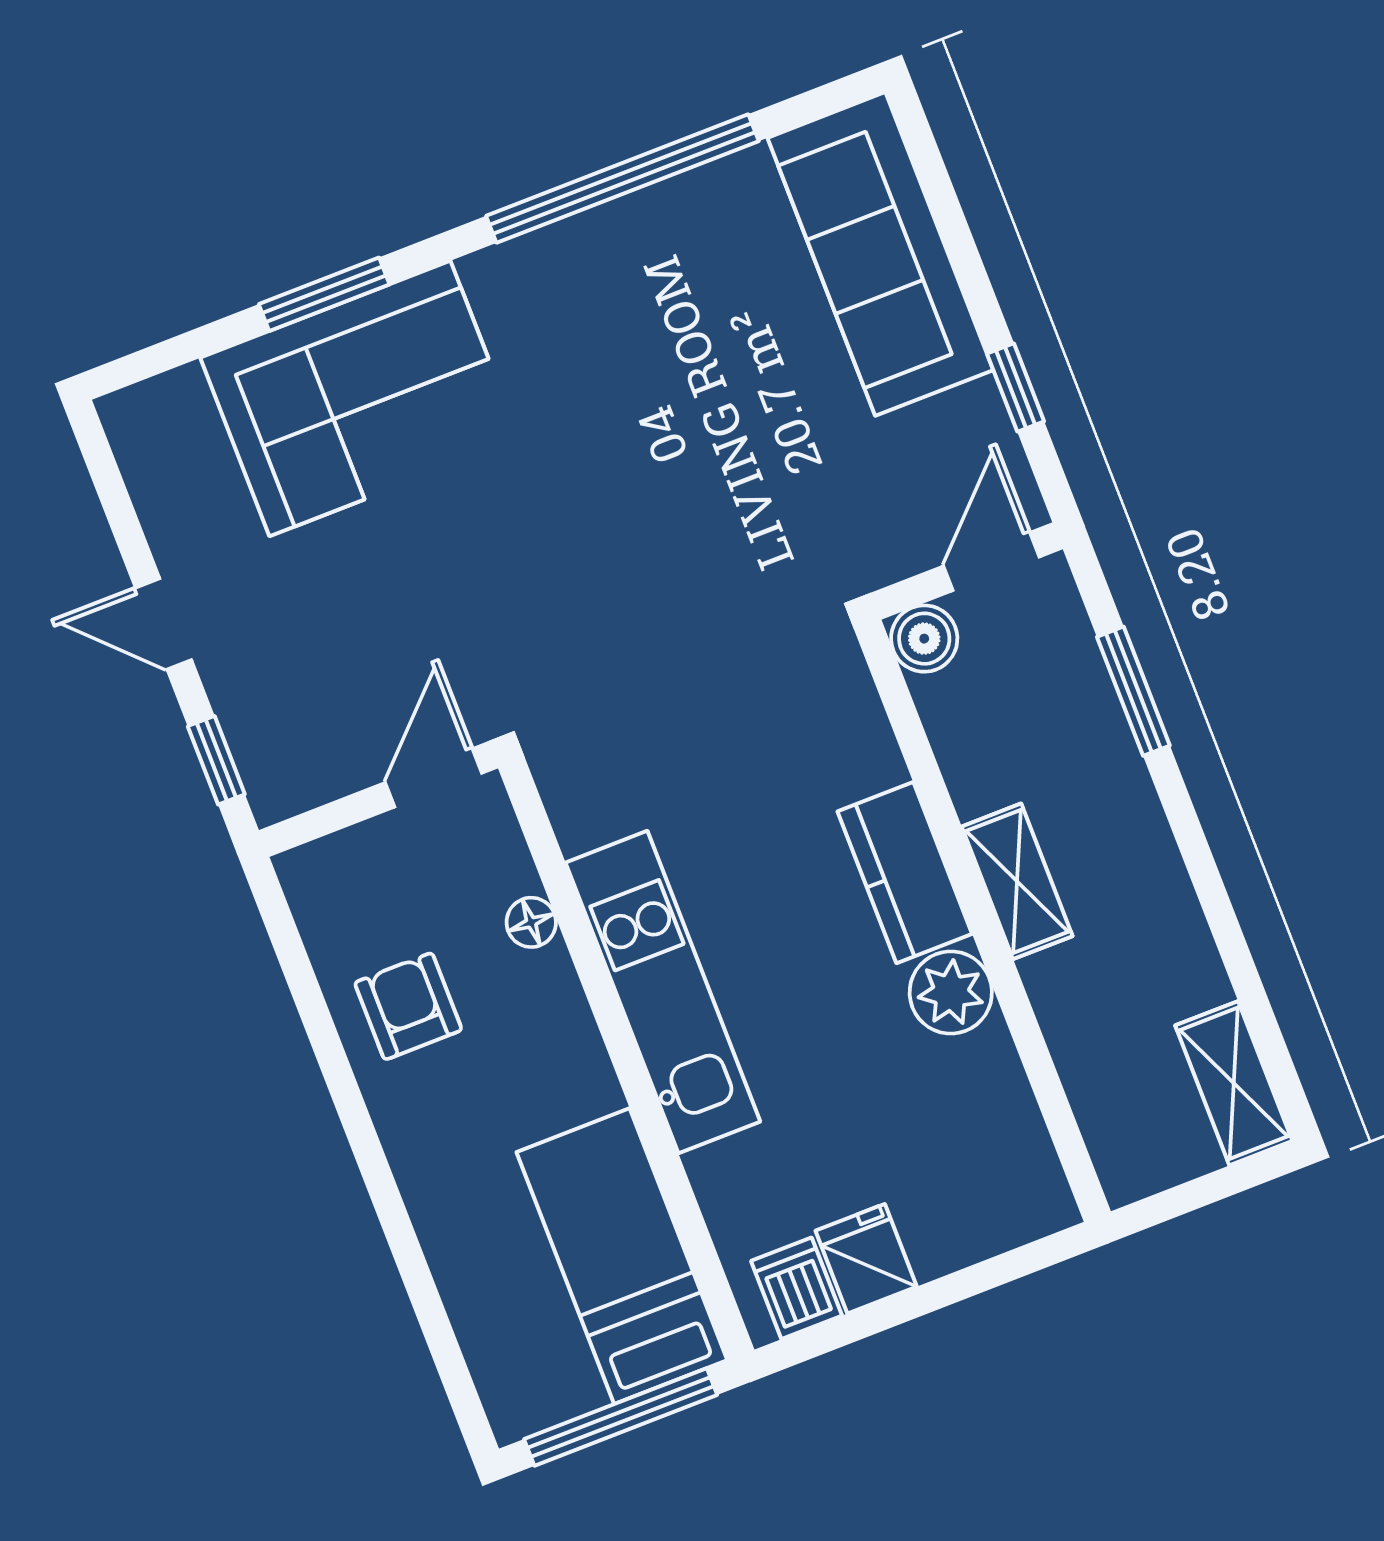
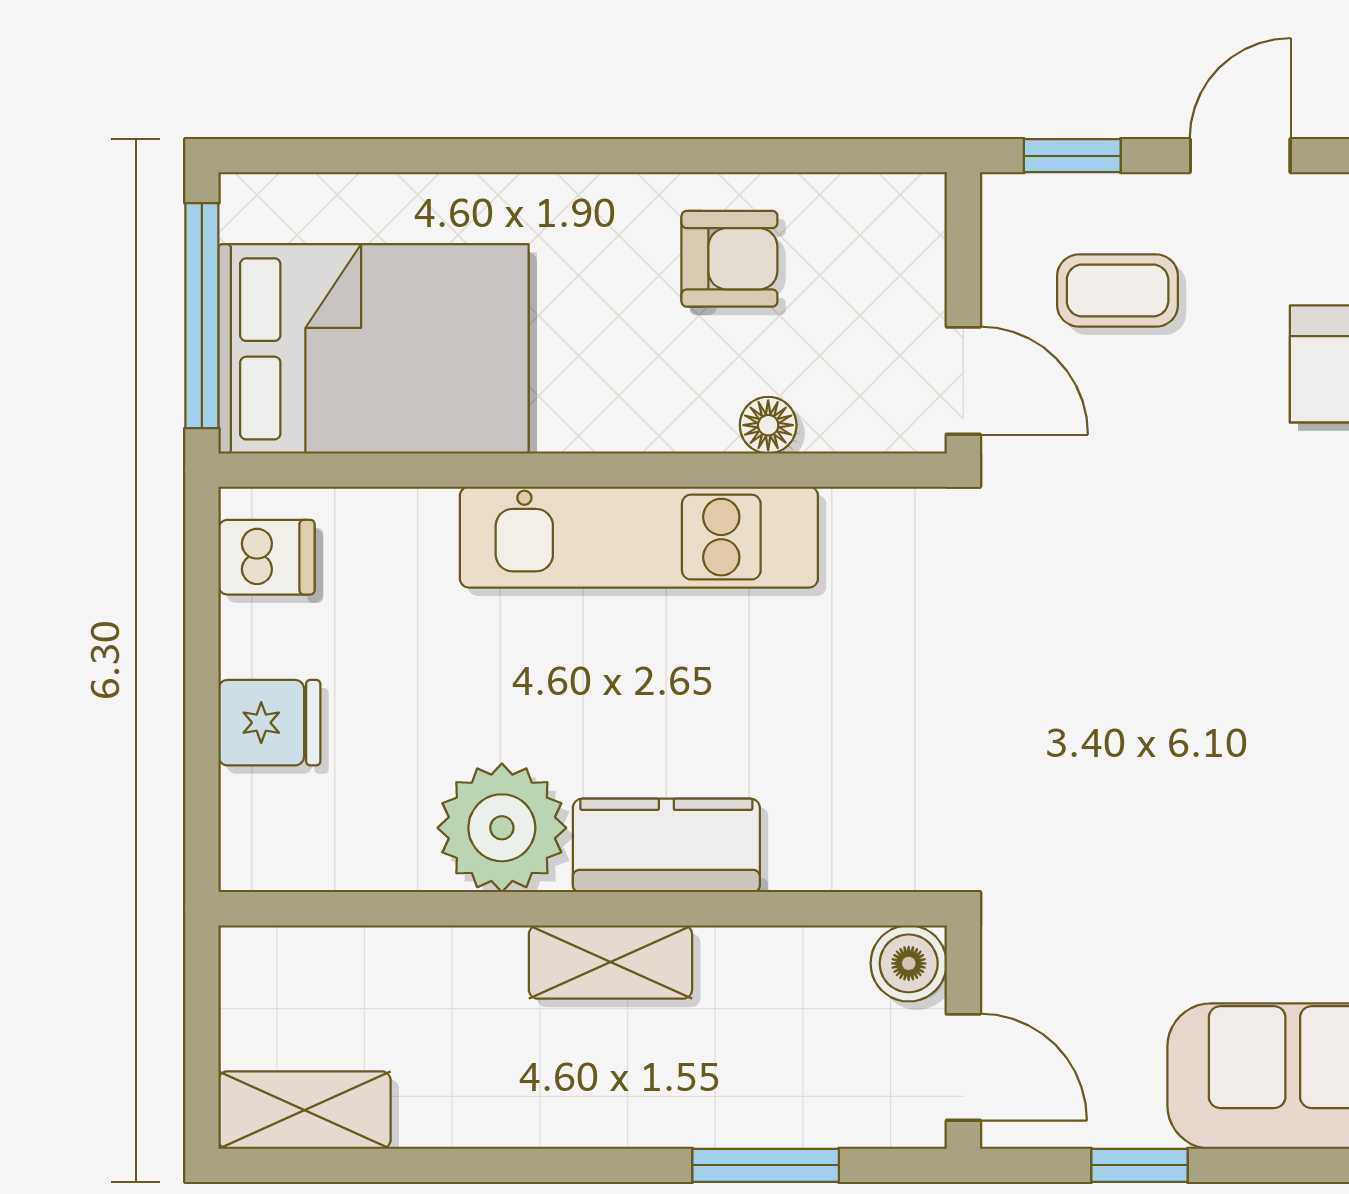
coffee table: (312, 681) -> (1118, 291), added
plant: (951, 992) -> (502, 828), width x1.36, depth x1.36
bed: (622, 1256) -> (374, 349), width x1.50
fridge: (866, 1259) -> (269, 723), moved

